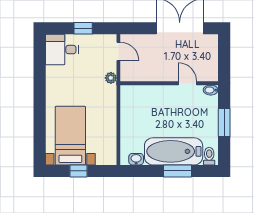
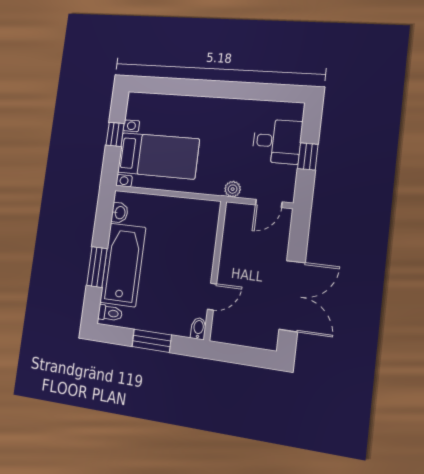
desk: (62, 50) -> (277, 141), moved, turned 90
bed with nightstands: (70, 136) -> (158, 156), moved

